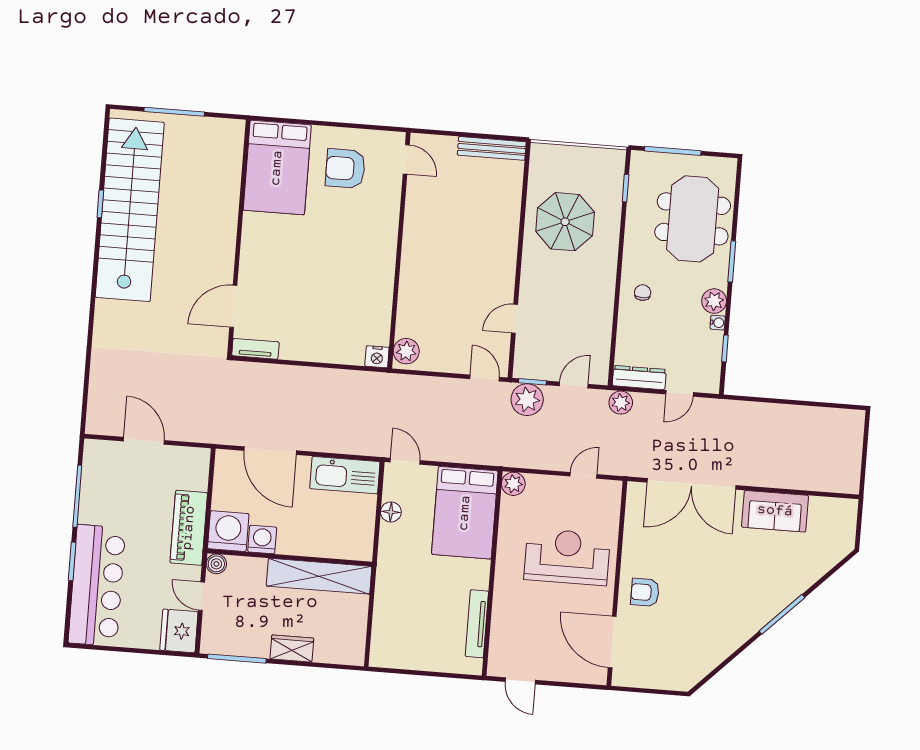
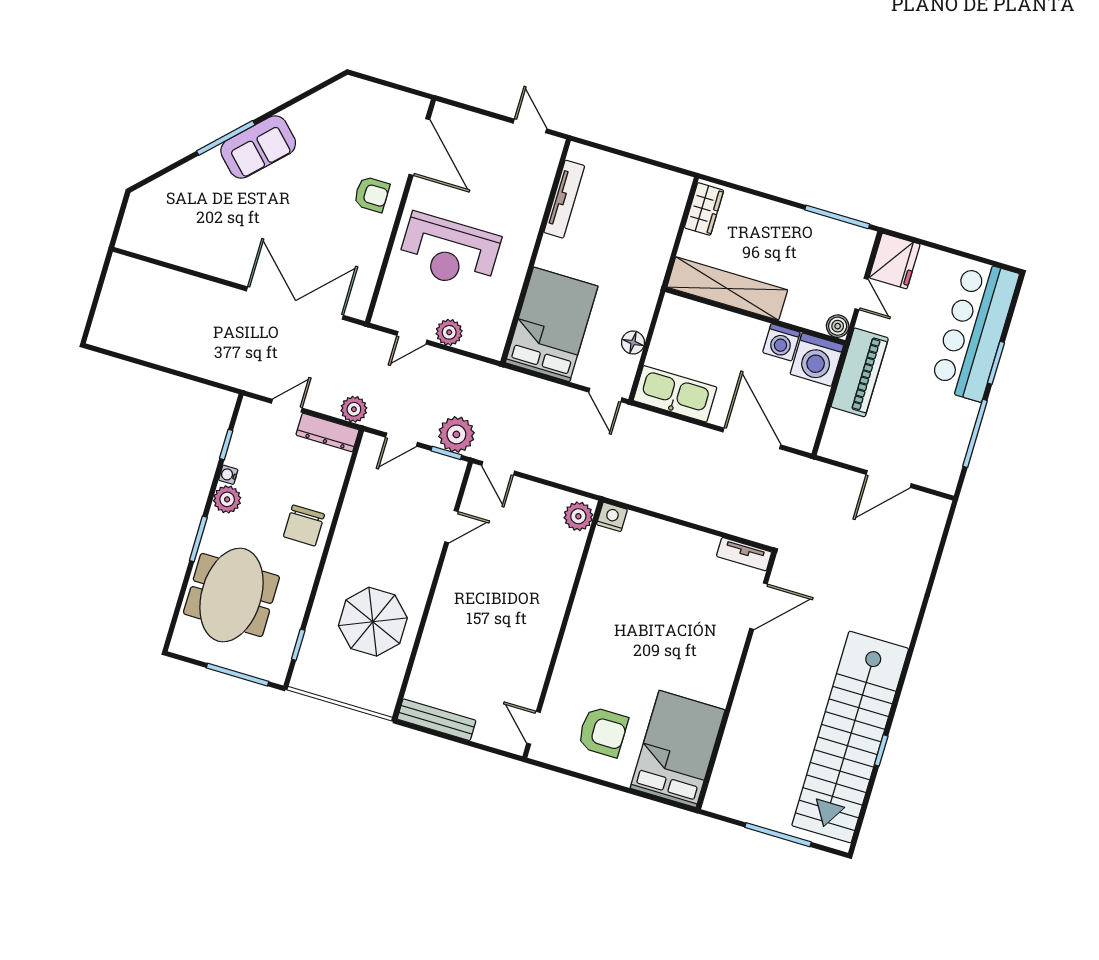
chair: (643, 293) -> (304, 525), width x1.87, depth x1.87
door: (144, 441) -> (889, 479), hinge flipped
plant: (513, 484) -> (449, 332), moved
sofa: (775, 511) -> (258, 147), moved, turned 135
wardrobe: (292, 648) -> (704, 209), moved, turned -90

